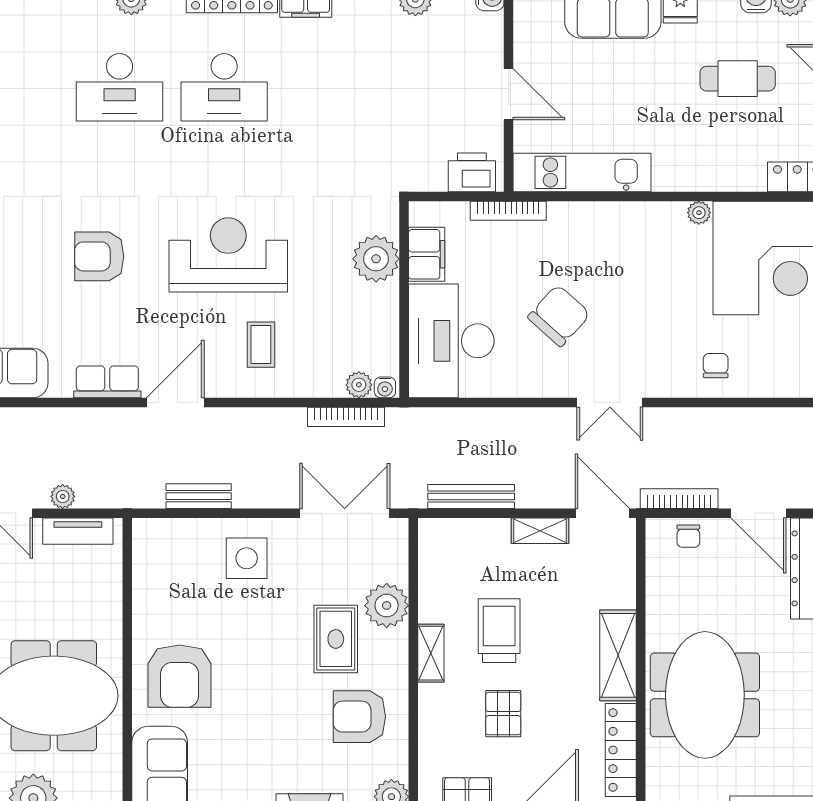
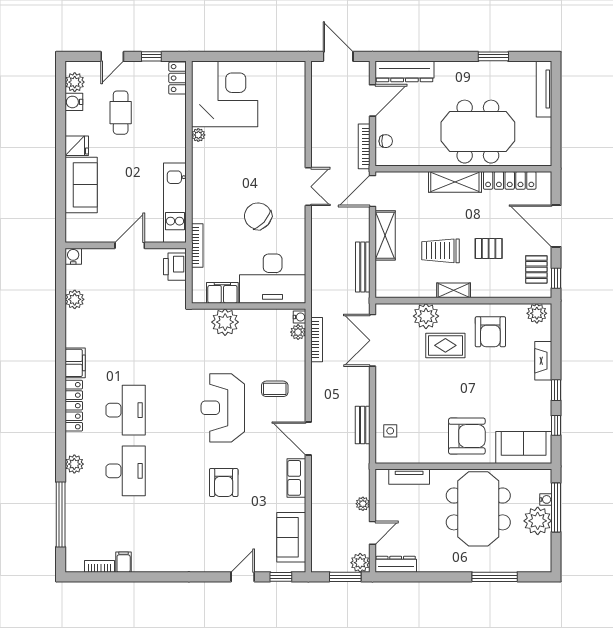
chair: (716, 366) -> (287, 125), removed
tv unit: (78, 531) -> (409, 477), moved, turned 90
shelving: (540, 531) -> (385, 235), width x1.50, depth x1.33
side table: (247, 558) -> (390, 431), moved, width x0.54, depth x0.54

